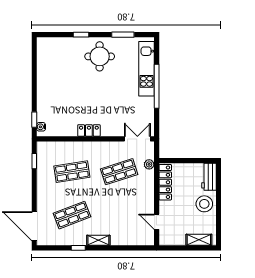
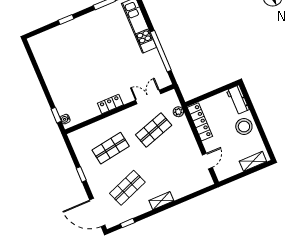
round table: (100, 56) -> (92, 32), removed
window: (157, 86) -> (161, 51), moved
double door: (137, 139) -> (148, 97), moved
window: (34, 161) -> (81, 174), moved
door: (157, 222) -> (207, 161), swing flipped
window: (78, 248) -> (128, 223), moved

